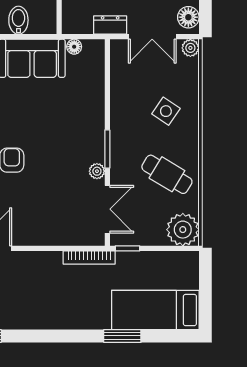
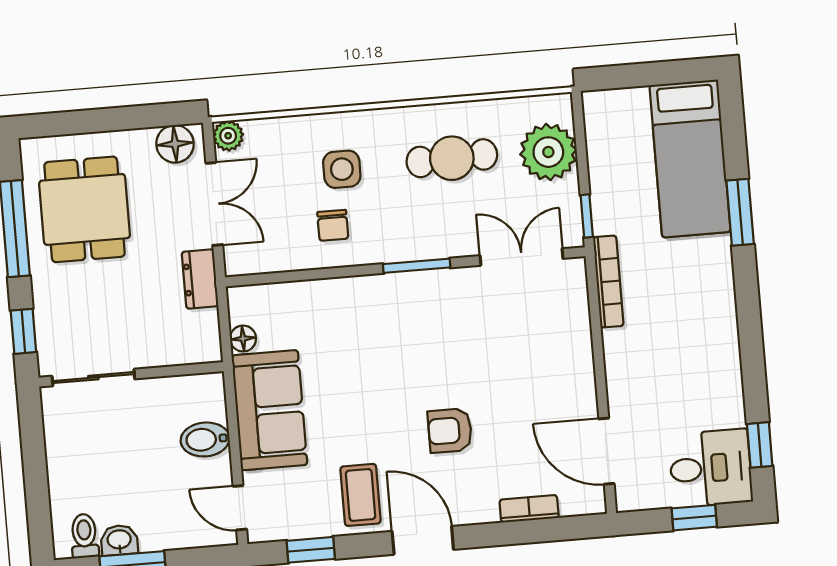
chair: (134, 103) -> (333, 225), added
side table: (166, 111) -> (342, 169), turned -34
plant: (97, 171) -> (457, 281), removed
cafe table: (167, 174) -> (452, 158), turned 57
plant: (183, 230) -> (548, 152), moved

